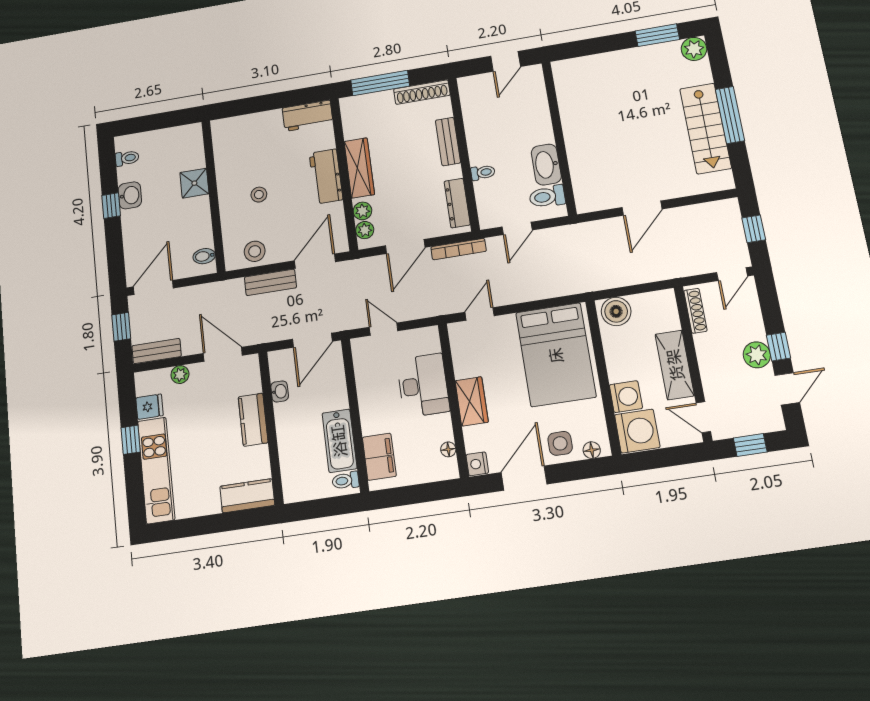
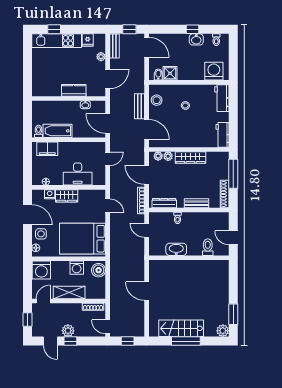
washing machine: (187, 153) -> (214, 71), added
workbench: (326, 176) -> (222, 98), moved, turned -90
shower: (194, 183) -> (170, 73), moved
toilet: (547, 197) -> (208, 247), moved
washing machine: (626, 397) -> (77, 268), moved
window: (131, 440) -> (54, 29), moved
nightstand: (477, 464) -> (50, 194), moved
kitchen counter: (247, 496) -> (38, 84), removed

